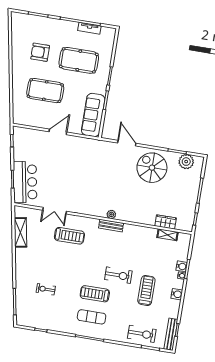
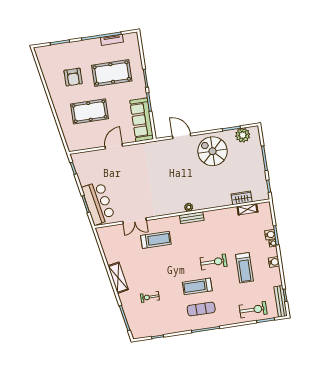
armchair: (40, 52) -> (73, 77), turned -90
shelving: (20, 232) -> (118, 278), moved
treadmill: (146, 291) -> (244, 268), turned 180

